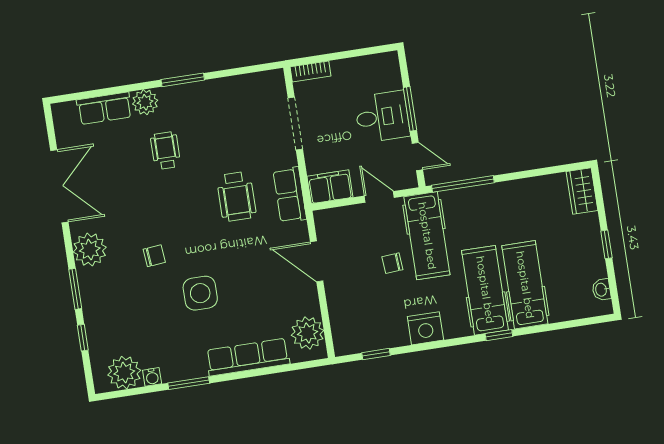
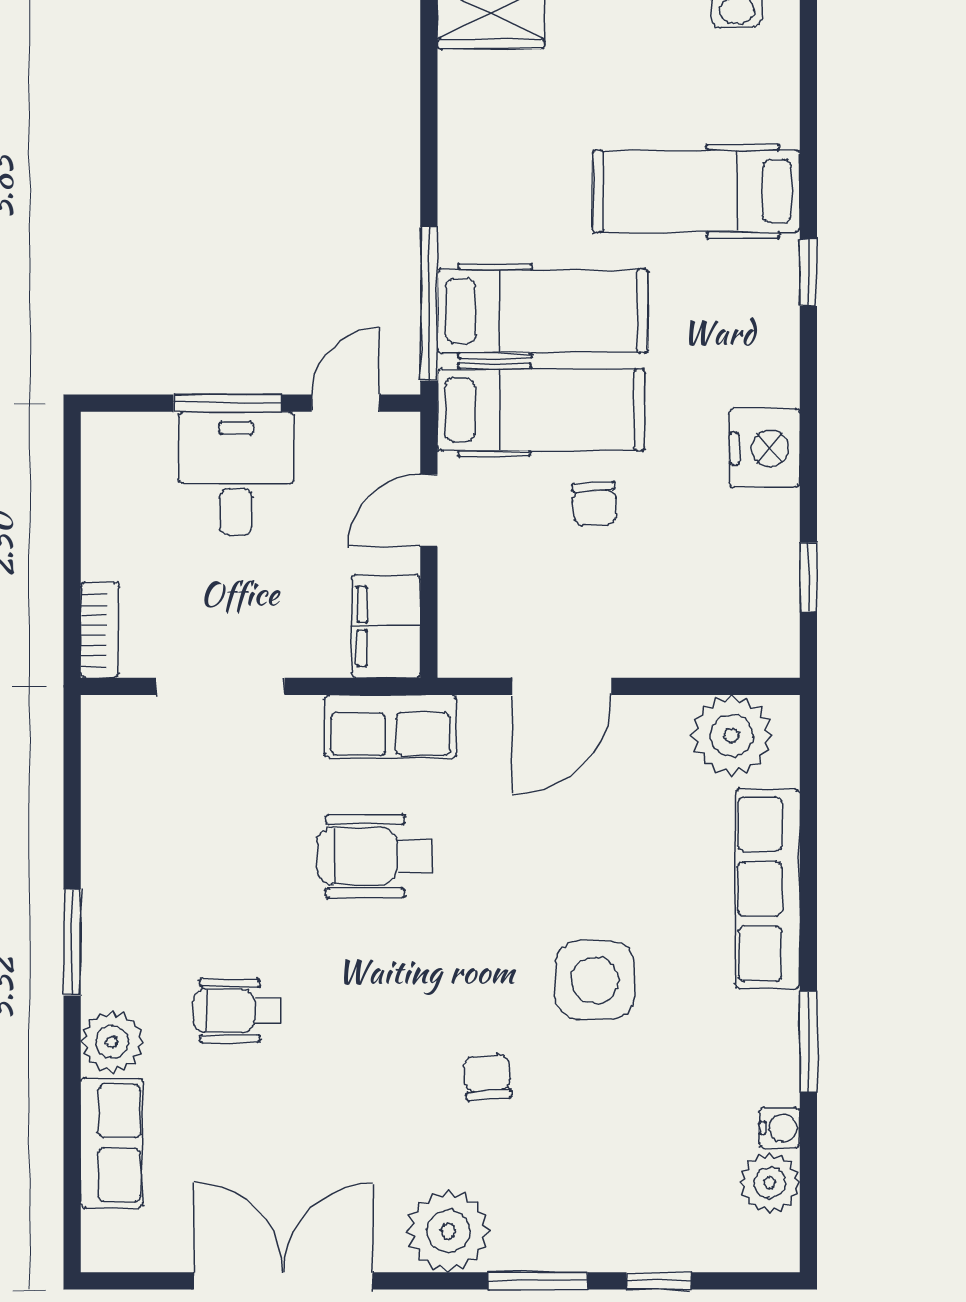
wheelchair: (236, 196) -> (374, 856), turned 180
hospital bed: (485, 290) -> (543, 311), moved, turned 180
plant: (124, 373) -> (770, 1183), width x0.73, depth x0.73

